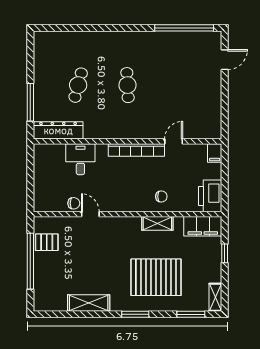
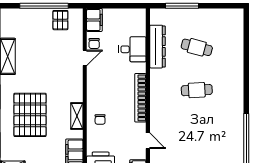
dresser: (58, 130) -> (157, 47), moved
door: (174, 141) -> (148, 141), moved
filing cabinet: (47, 203) -> (94, 20), added

